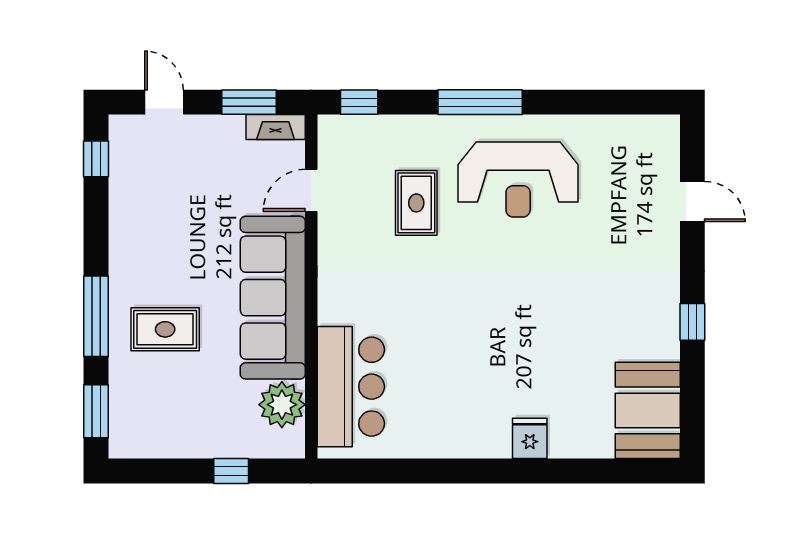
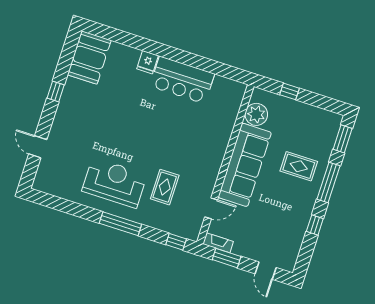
window: (96, 159) -> (315, 225), moved
bar counter: (351, 387) -> (182, 80), moved, turned -90

